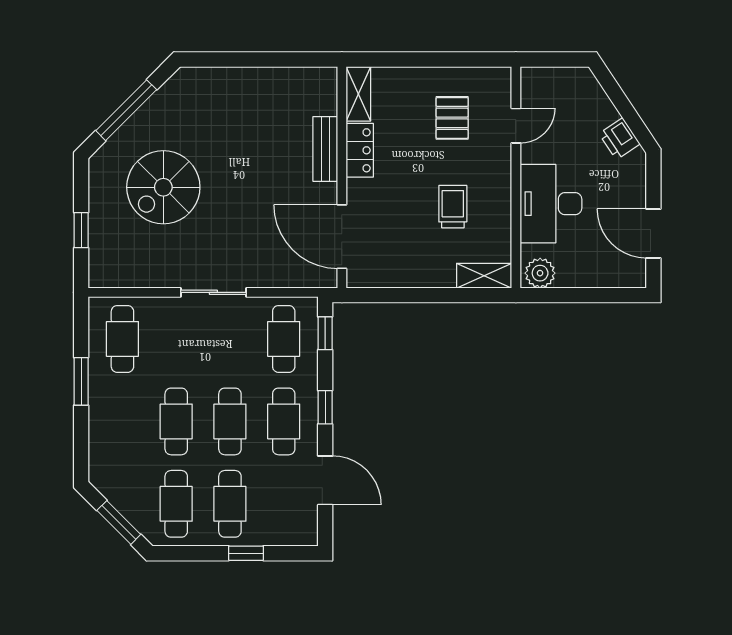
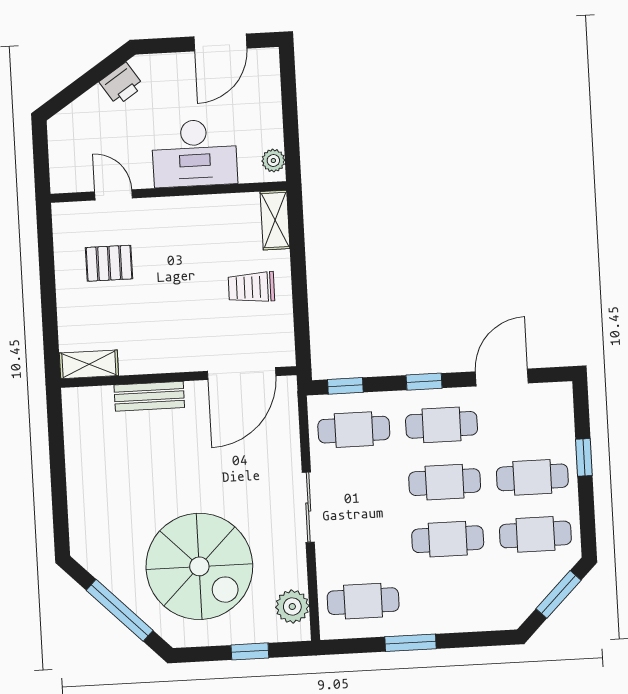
locker: (360, 150) -> (149, 360), removed
spiral stairs: (163, 187) -> (199, 566), width x1.37, depth x1.37
trolley: (453, 207) -> (251, 287), moved
plant: (121, 272) -> (292, 607), added
plant: (540, 273) -> (273, 161), width x0.73, depth x0.73

